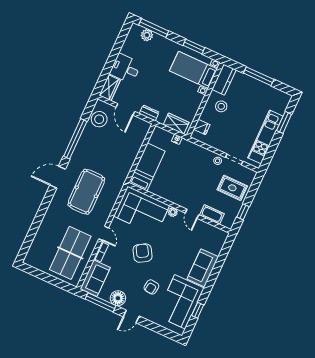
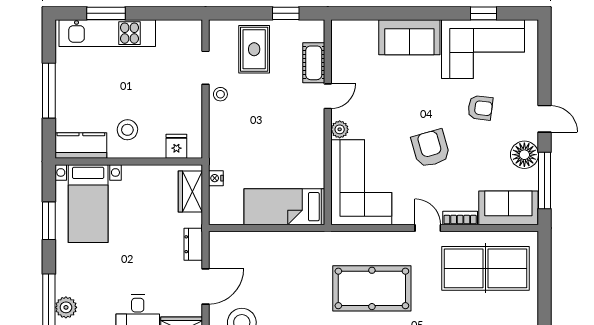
kitchen unit: (265, 137) -> (107, 33), moved
door: (104, 233) -> (428, 228), hinge flipped
armchair: (143, 253) -> (431, 148), turned 105

